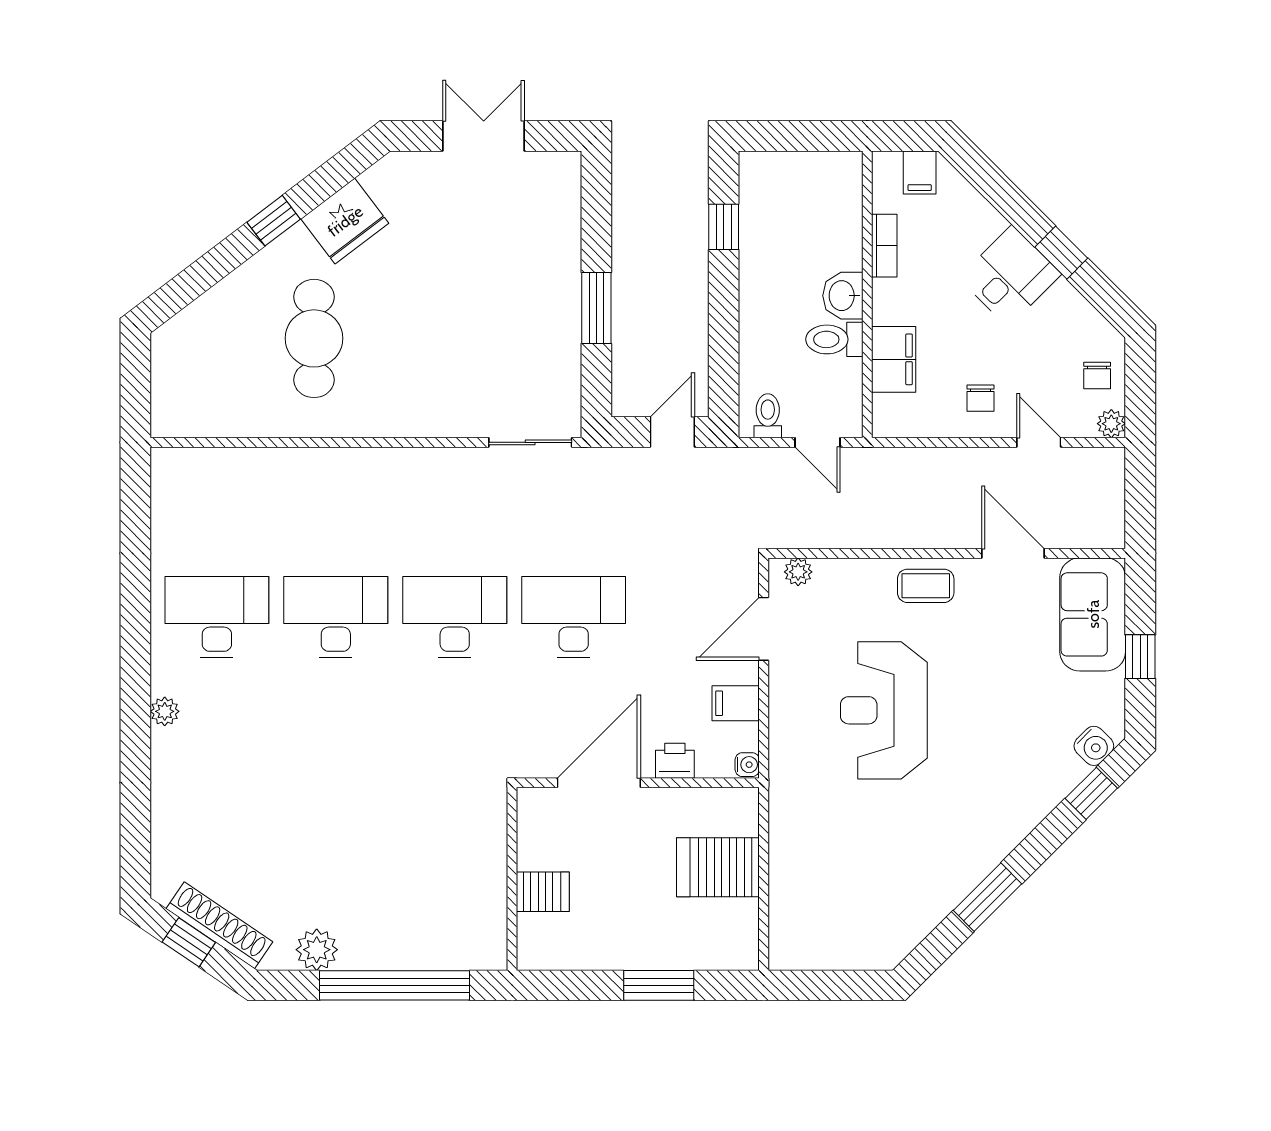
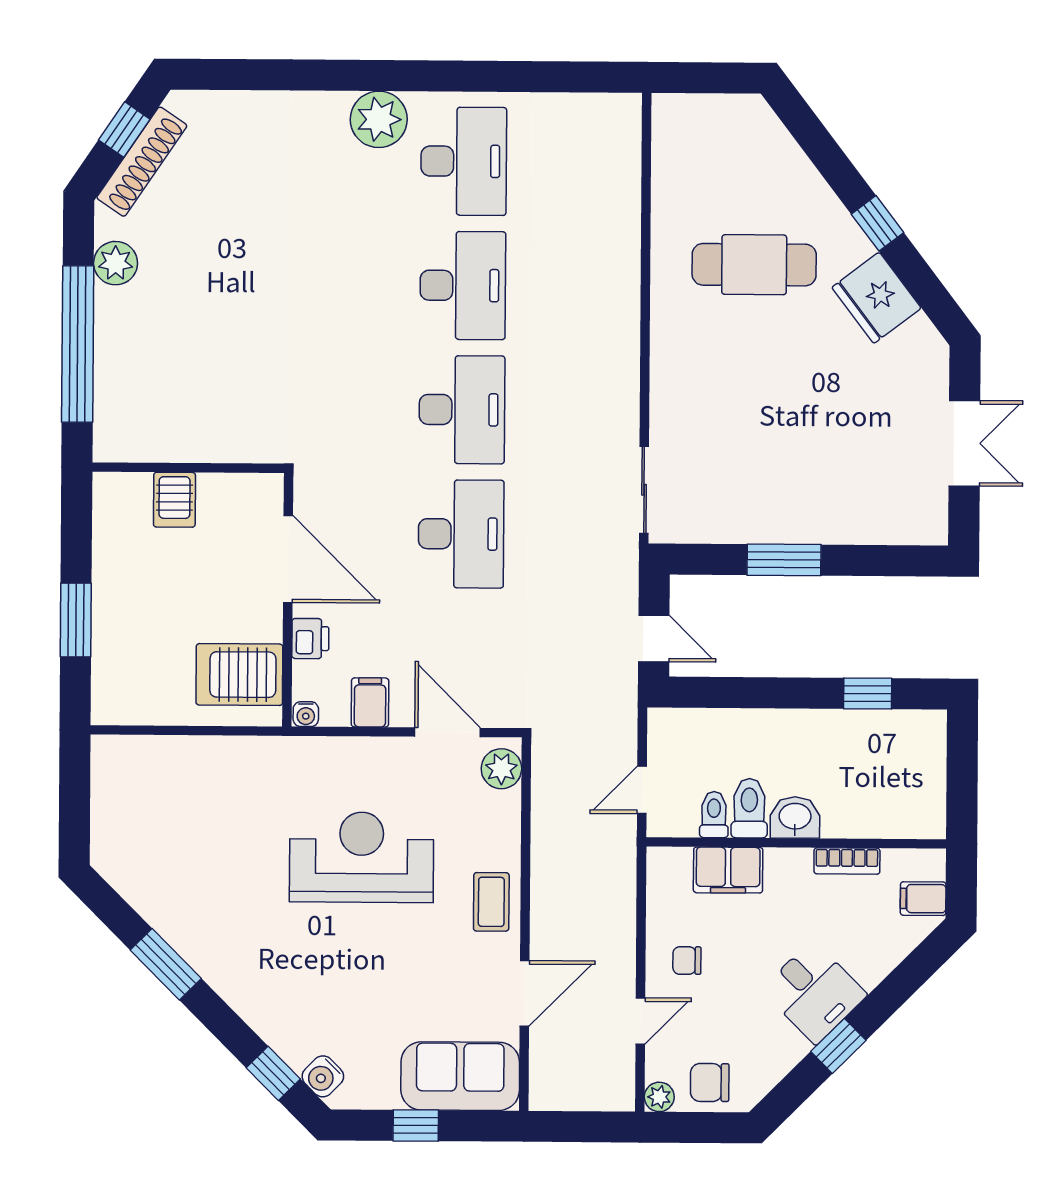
chair: (1097, 375) -> (710, 1083), width x1.37, depth x1.37
toilet: (768, 416) -> (714, 815), moved, turned -90
plant: (798, 572) -> (501, 769), width x1.38, depth x1.38
plant: (165, 711) -> (379, 119), width x1.88, depth x1.88
server rack: (718, 867) -> (239, 675), moved, turned -90

